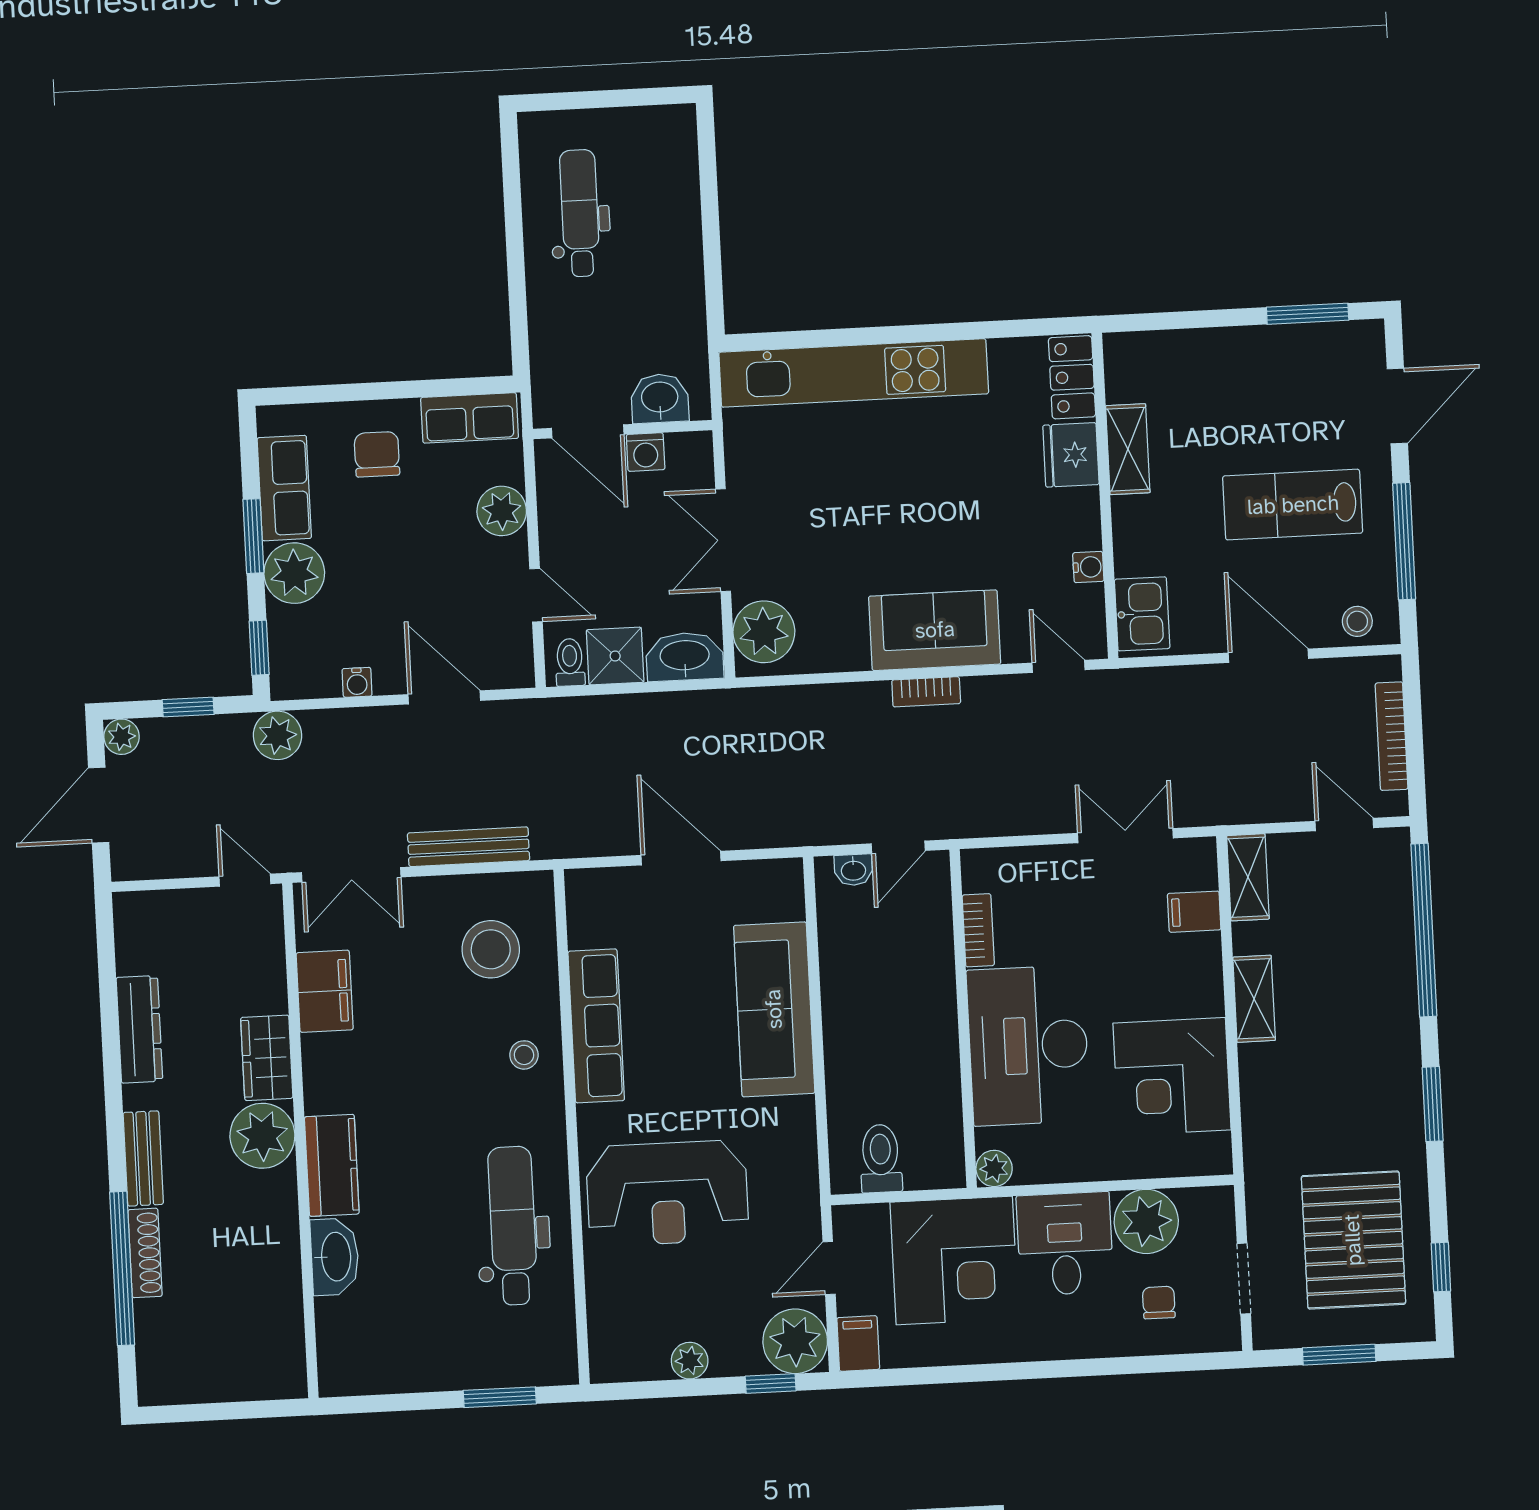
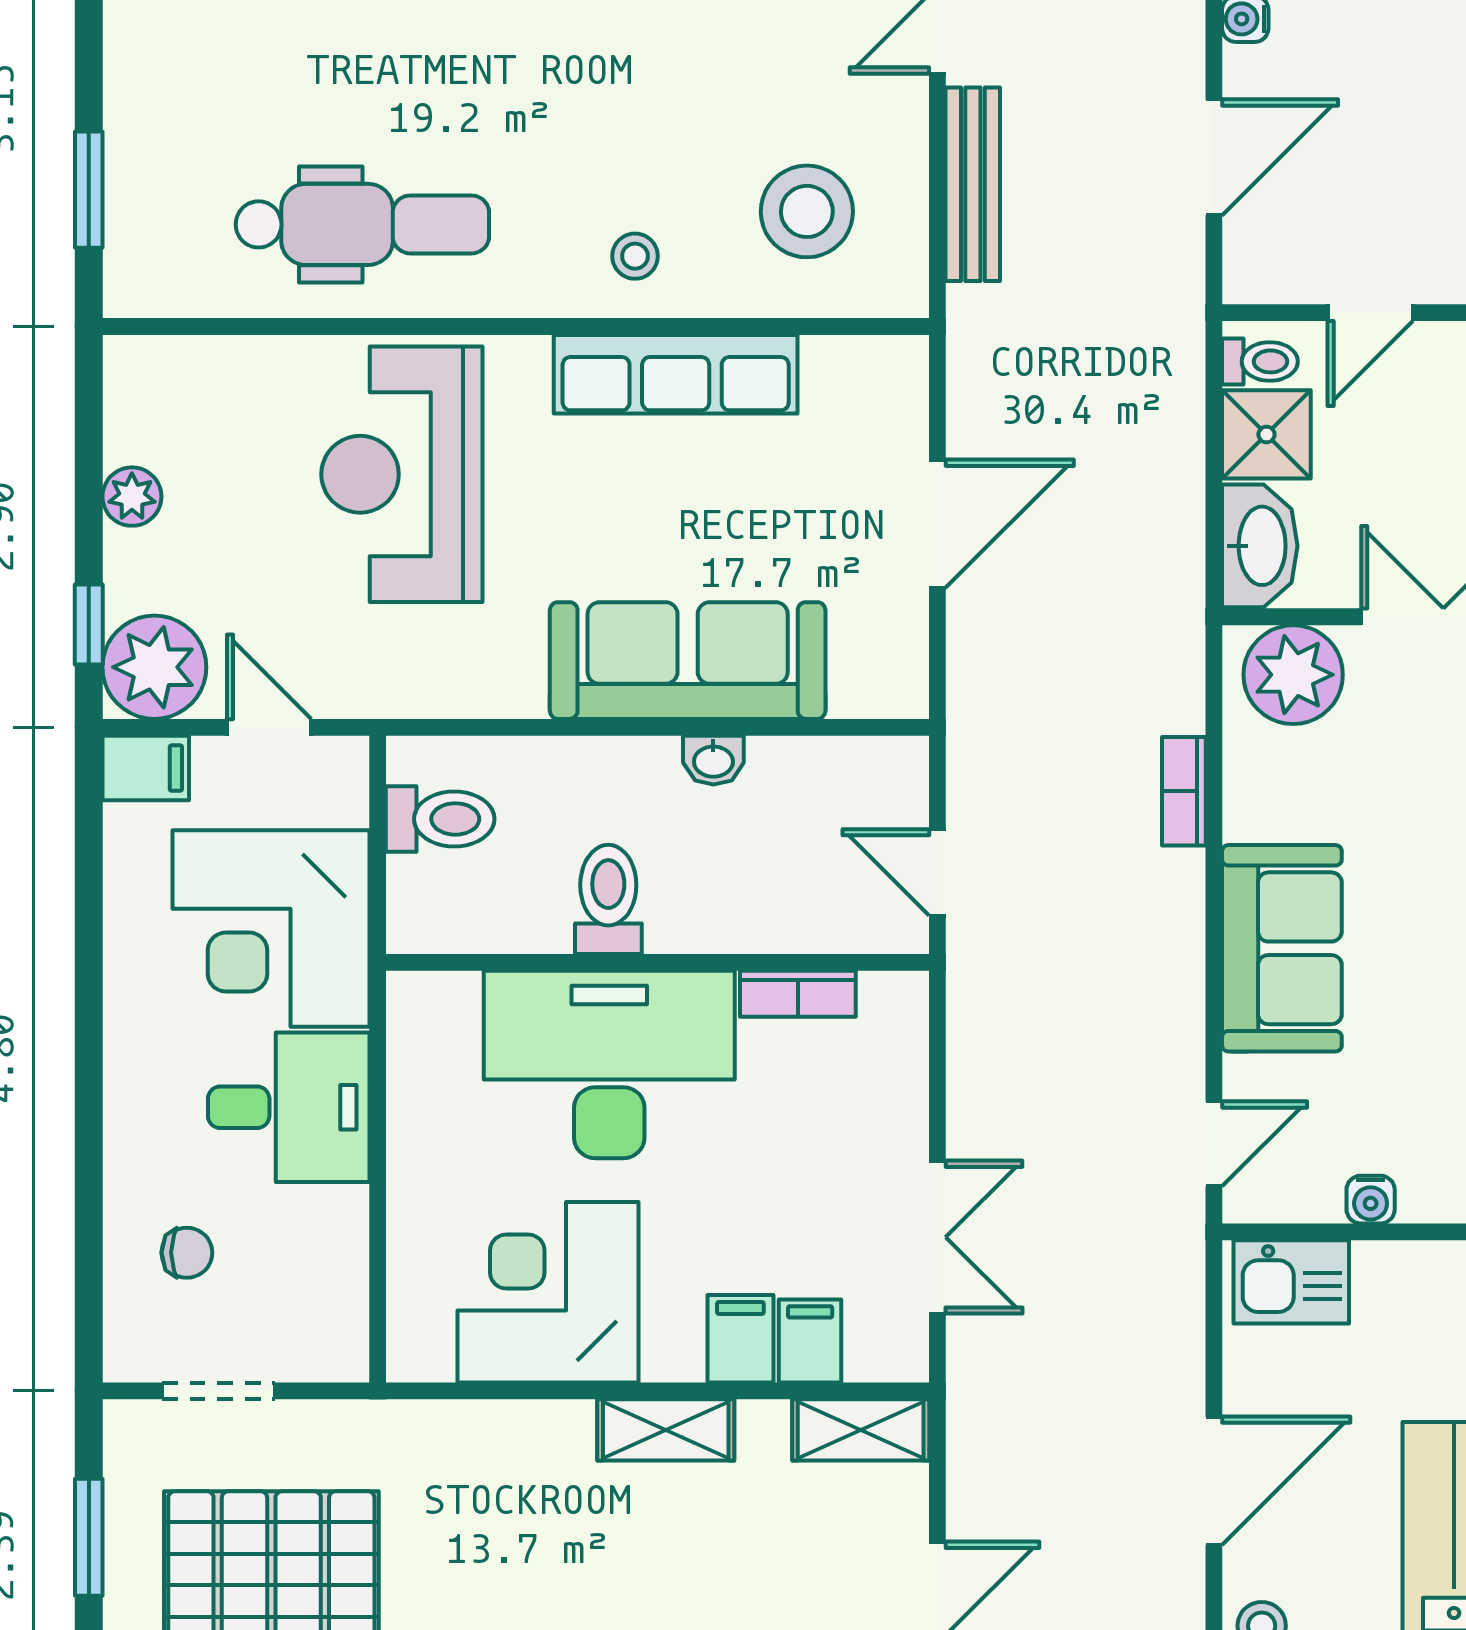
bookcase: (926, 692) -> (1184, 791), moved
washbasin: (853, 870) -> (713, 760), moved, turned -90
filing cabinet: (1195, 955) -> (740, 1339), added
toilet: (925, 1051) -> (608, 899), added
plant: (994, 1168) -> (415, 1000), removed
plant: (1146, 1221) -> (318, 1239), removed

